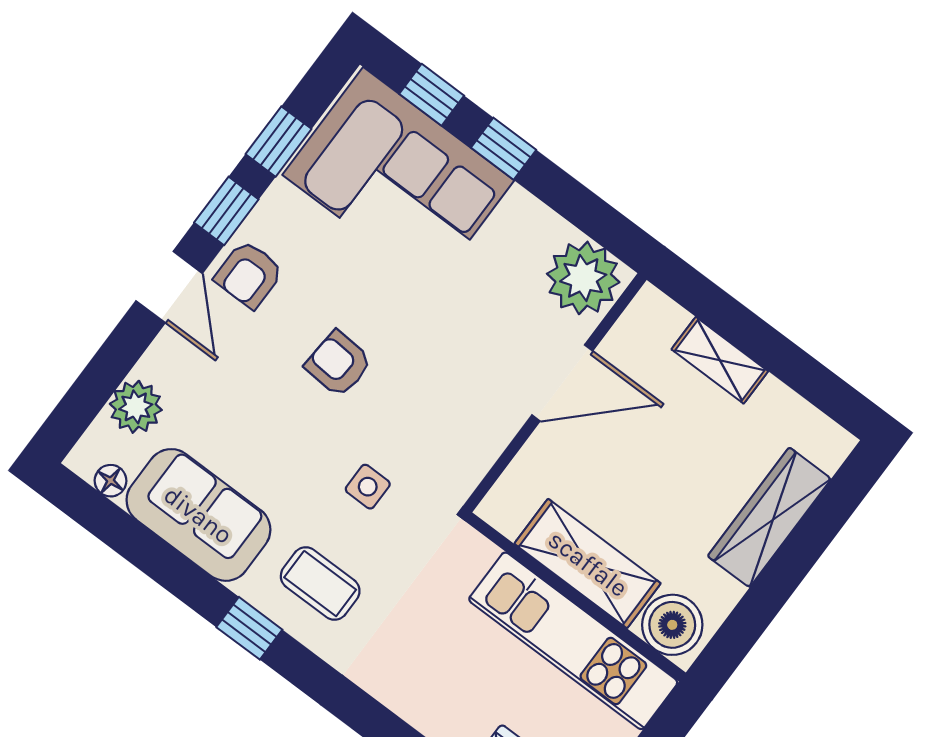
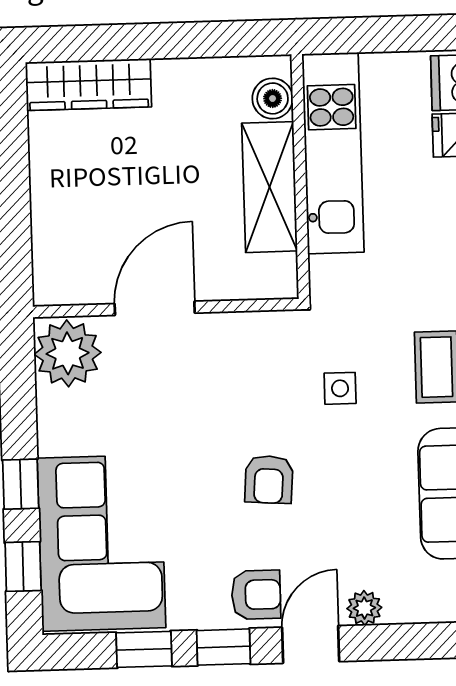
shelving: (720, 360) -> (48, 209), removed
door: (562, 383) -> (155, 308), hinge flipped
plant: (136, 407) -> (364, 608), moved, width x0.73, depth x0.73
wardrobe: (769, 517) -> (89, 85), moved
boiler: (672, 625) -> (273, 98), width x0.73, depth x0.73

